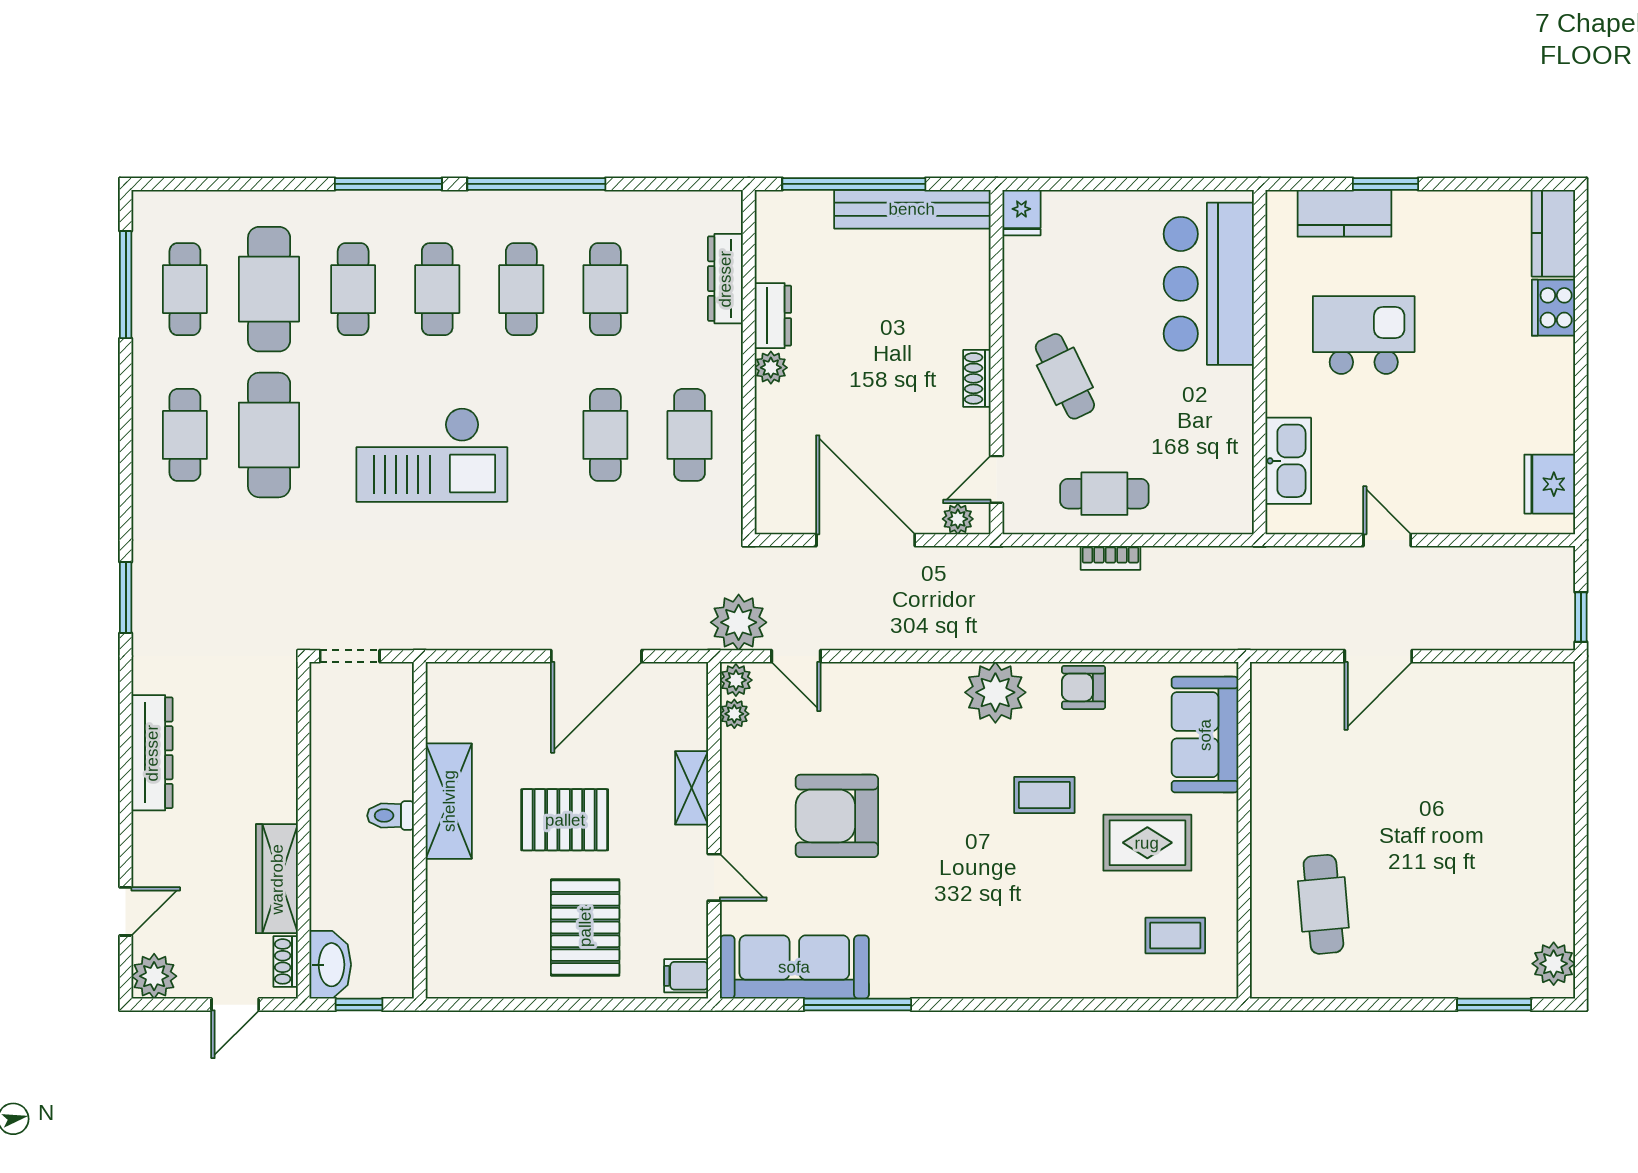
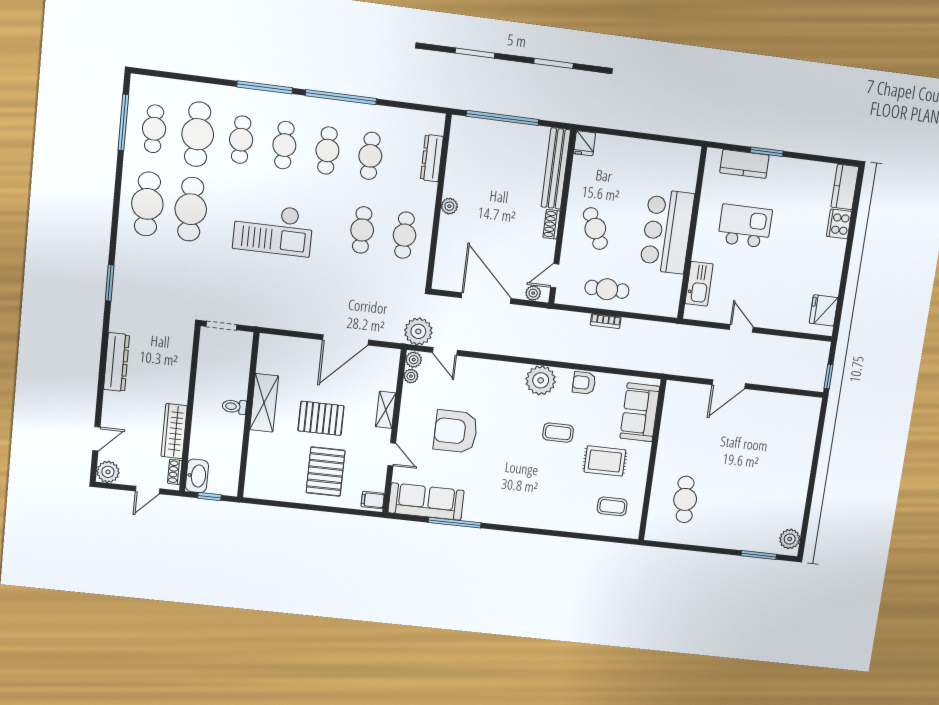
bench: (912, 209) -> (556, 169), moved, turned 90
bar counter: (1209, 284) -> (667, 231), moved
dresser: (773, 316) -> (454, 180), removed
cafe table: (185, 435) -> (147, 204), width x1.37, depth x1.35

